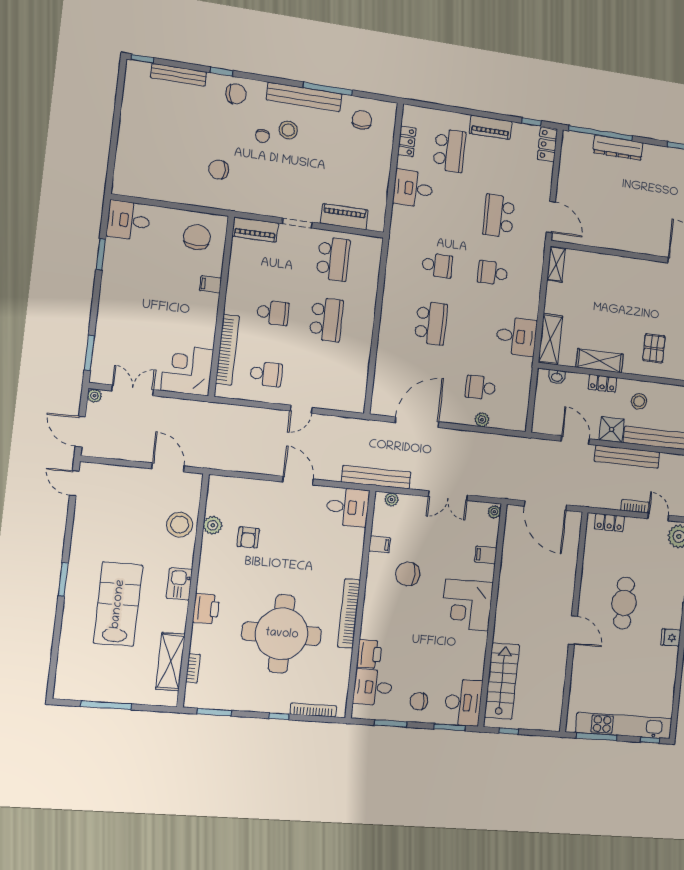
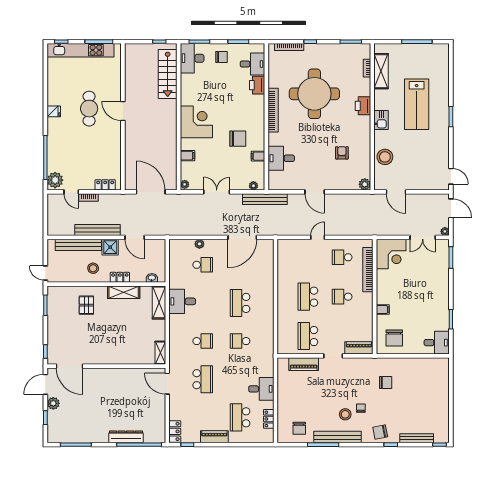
desk: (348, 507) -> (281, 158), moved
plant: (213, 525) -> (365, 184), moved
cafe table: (624, 603) -> (89, 109), moved

